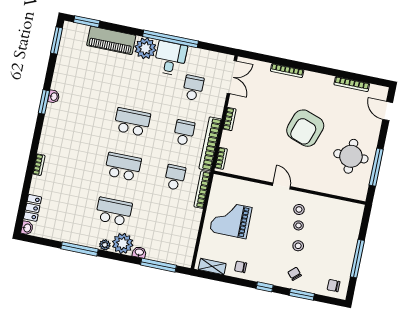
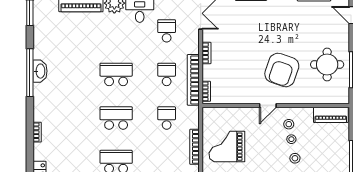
washbasin: (54, 97) -> (40, 71), width x1.91, depth x1.45
window: (44, 102) -> (30, 73), width x2.11
armchair: (305, 128) -> (282, 70), moved
door: (281, 186) -> (268, 106), swing flipped
bookcase: (202, 190) -> (194, 147), moved
piano: (344, 209) -> (331, 115), added

